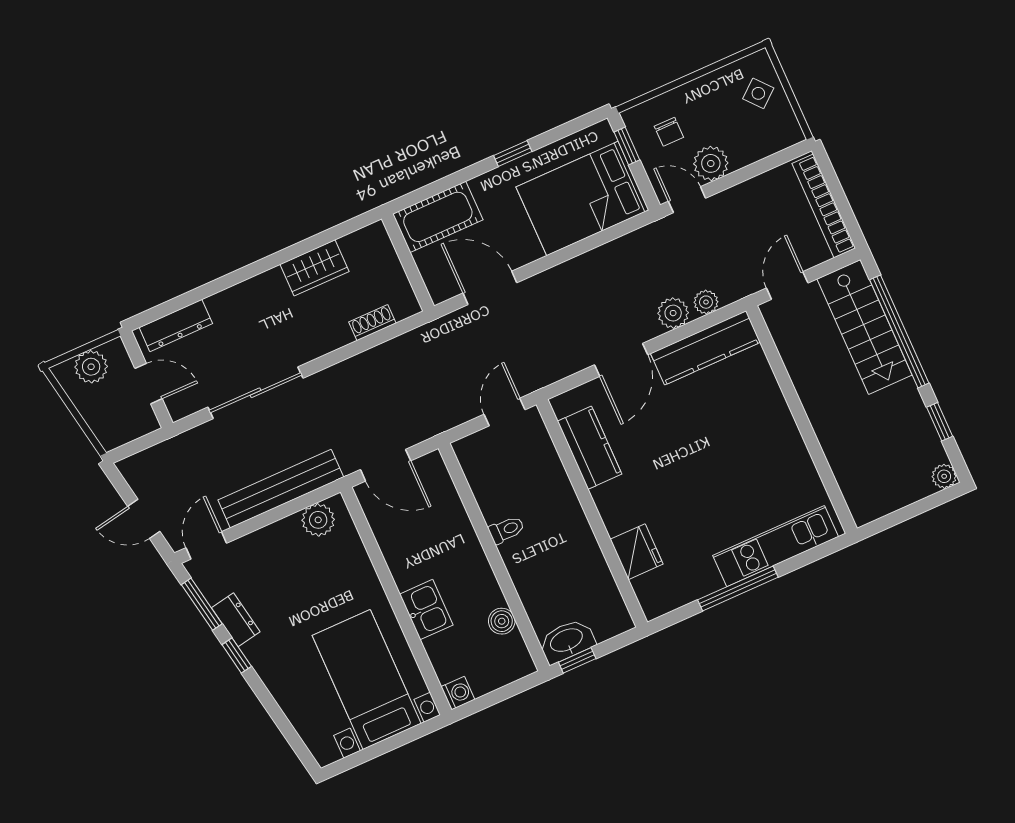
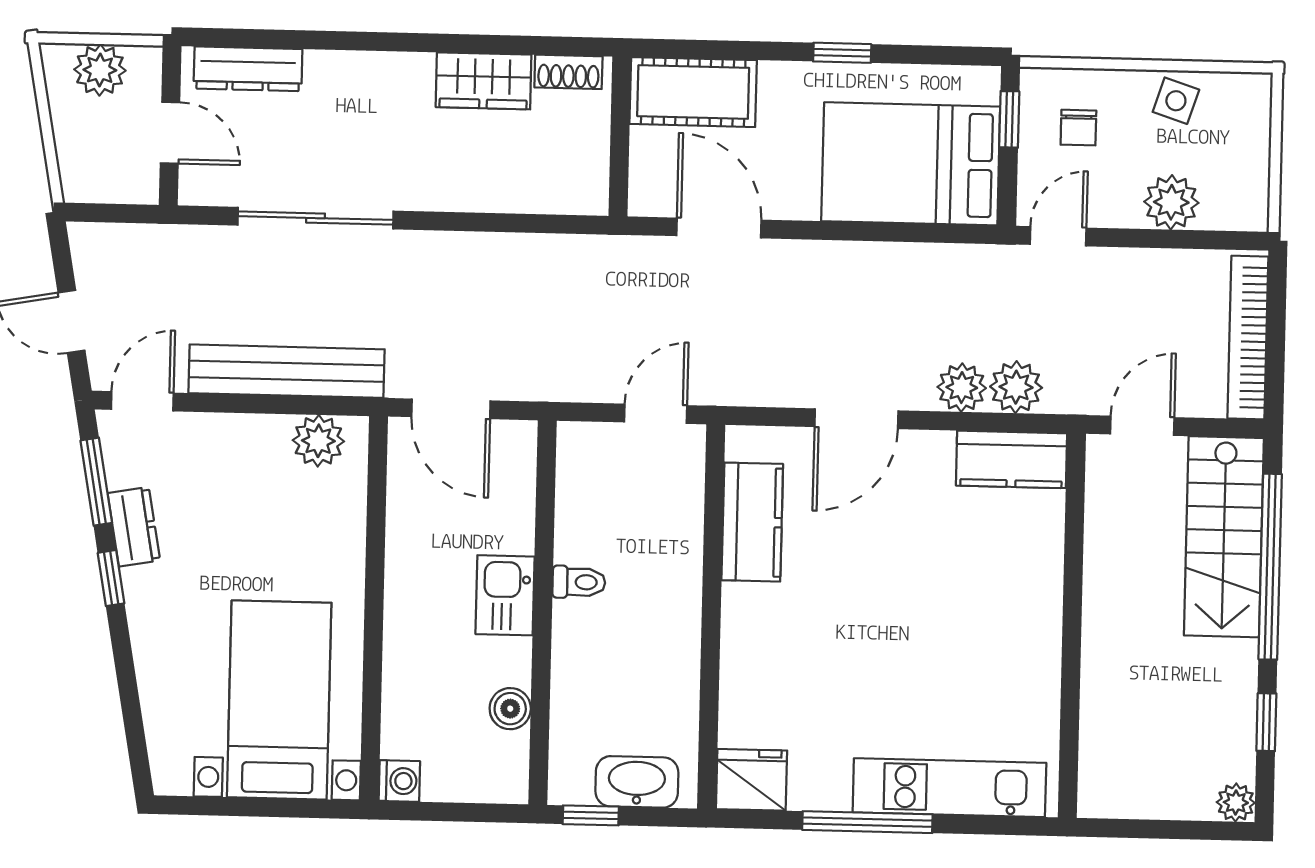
side table: (758, 93) -> (1176, 101), moved, turned -32
plant: (711, 163) -> (1171, 202), moved
door: (687, 200) -> (1058, 236), hinge flipped
plant: (706, 302) -> (1016, 387), width x1.38, depth x1.38
shoe rack: (372, 323) -> (568, 72), moved, turned 180
kitchen counter: (705, 348) -> (1012, 459), width x0.67
fridge: (637, 552) -> (751, 780), moved, turned -90
kitchen sink: (426, 610) -> (505, 595), moved, turned 180
washbasin: (567, 641) -> (637, 782), moved

